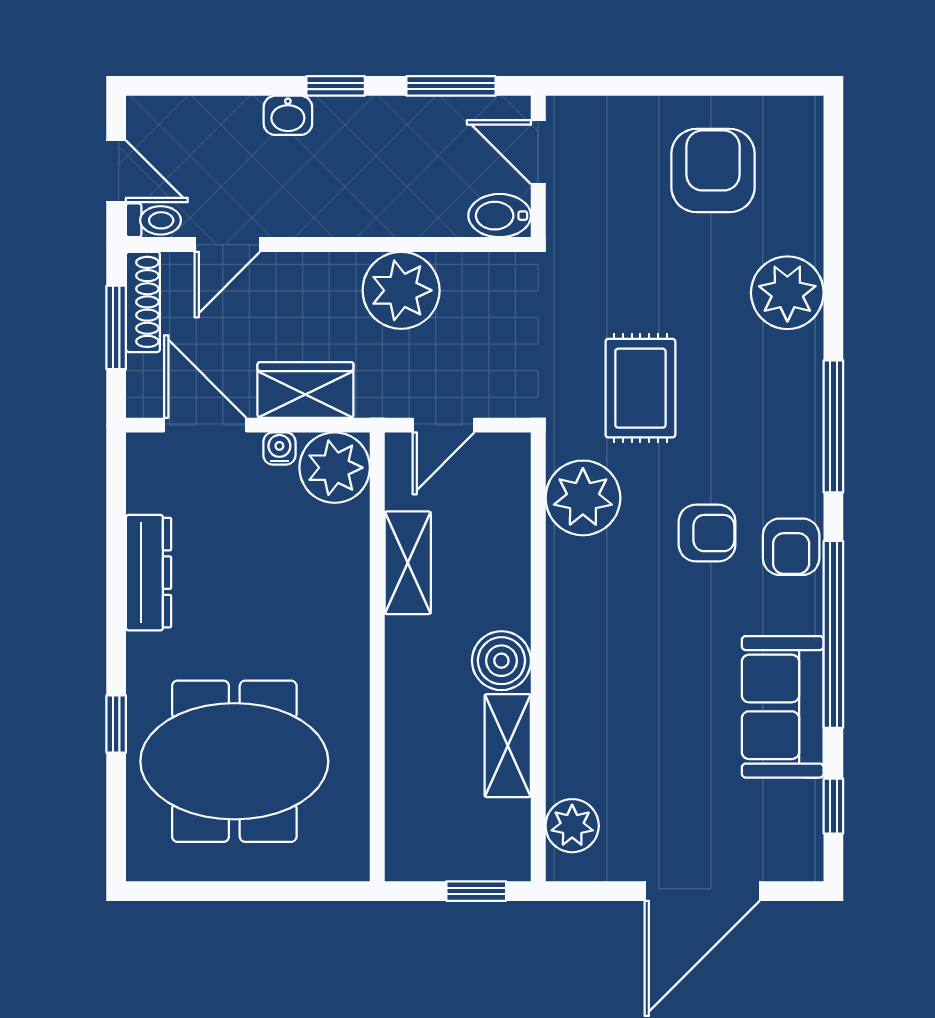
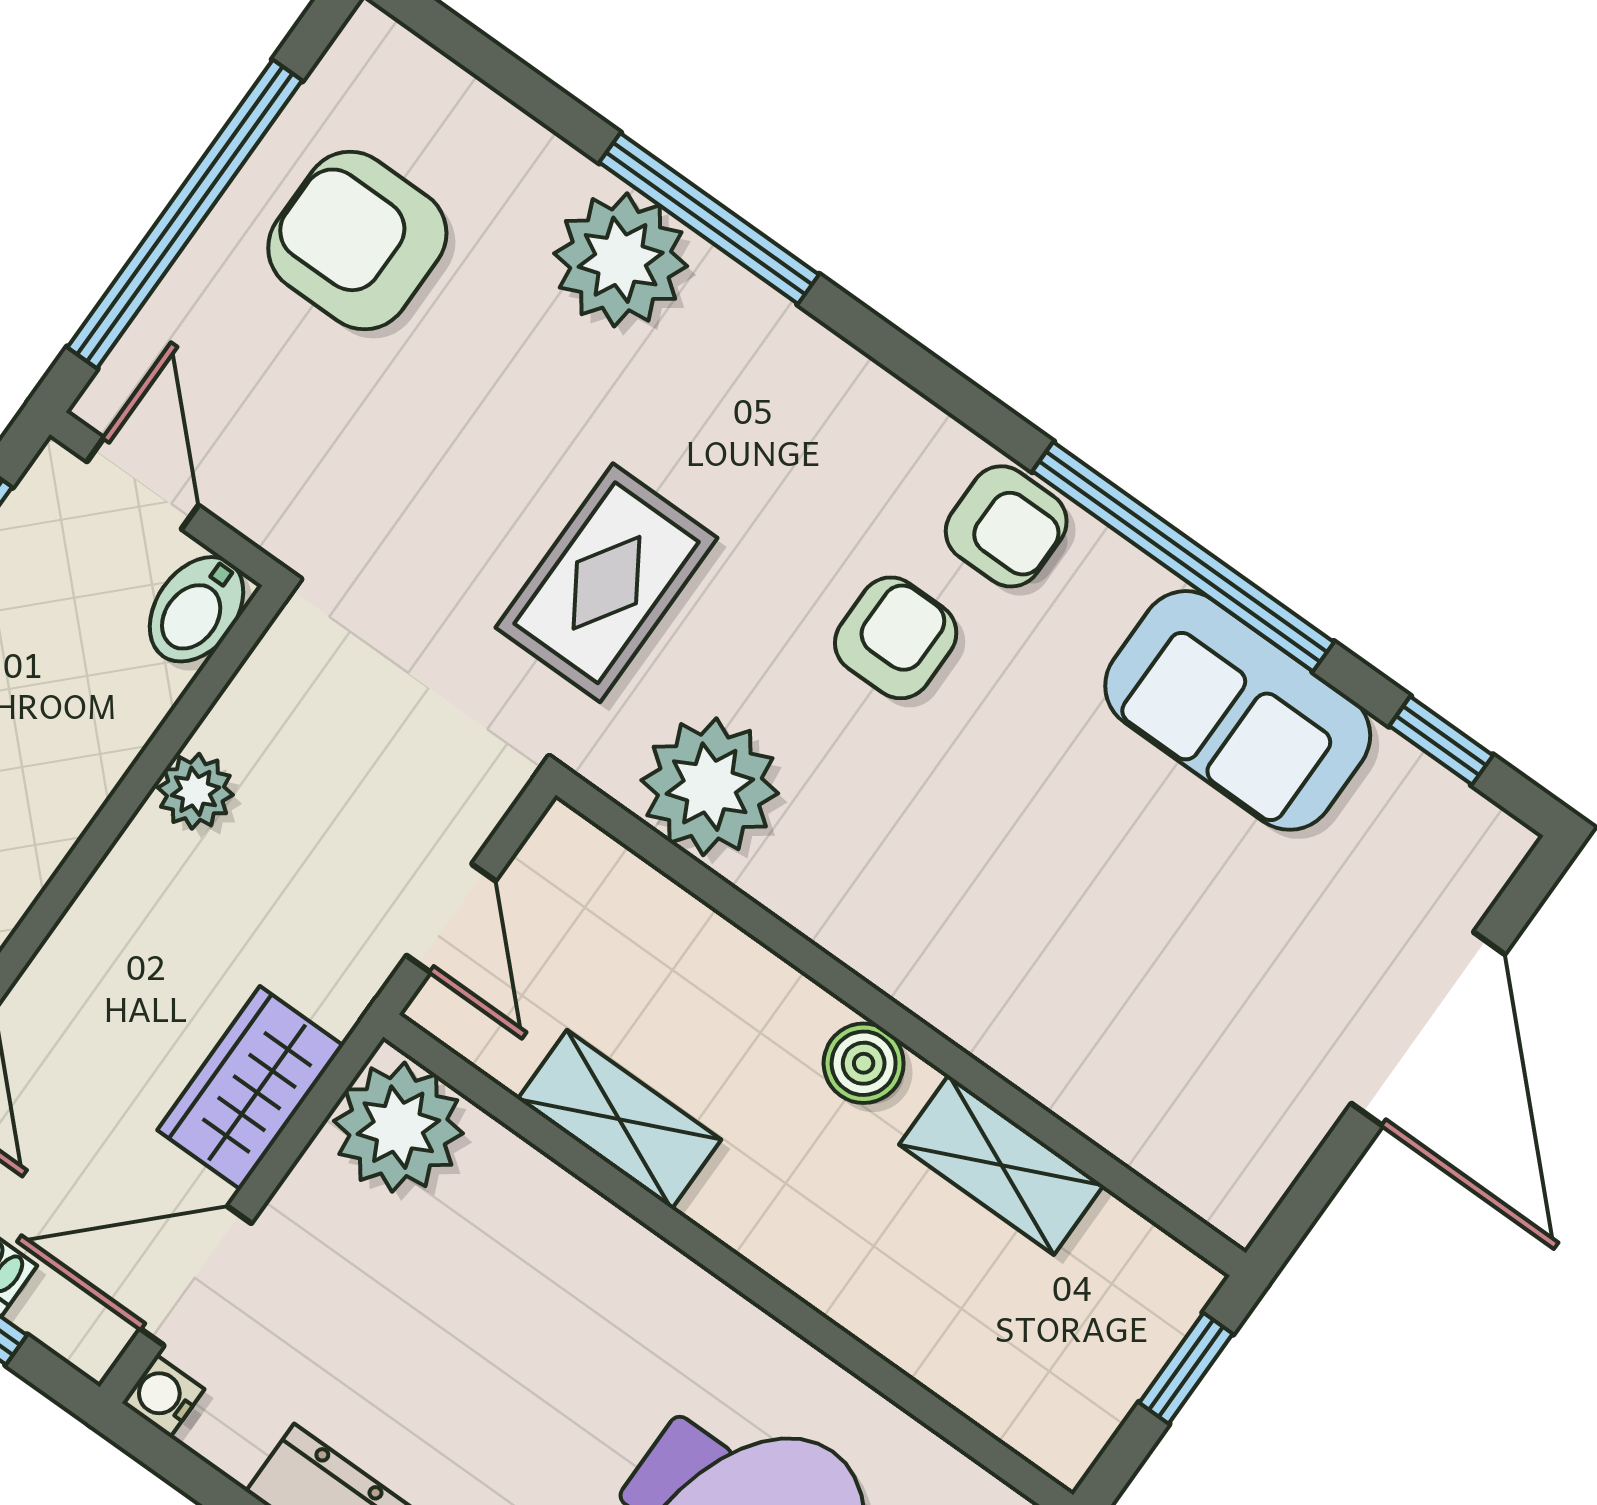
window: (670, 86) -> (185, 214), added
door: (538, 152) -> (143, 483), swing flipped
plant: (401, 290) -> (195, 791), width x0.53, depth x0.53
rug: (640, 388) -> (607, 583), turned 90
window: (833, 426) -> (709, 219), moved
water cooler: (279, 448) -> (163, 1396), moved
boiler: (501, 661) -> (864, 1063), width x0.73, depth x0.73
plant: (572, 826) -> (1191, 1154), removed

